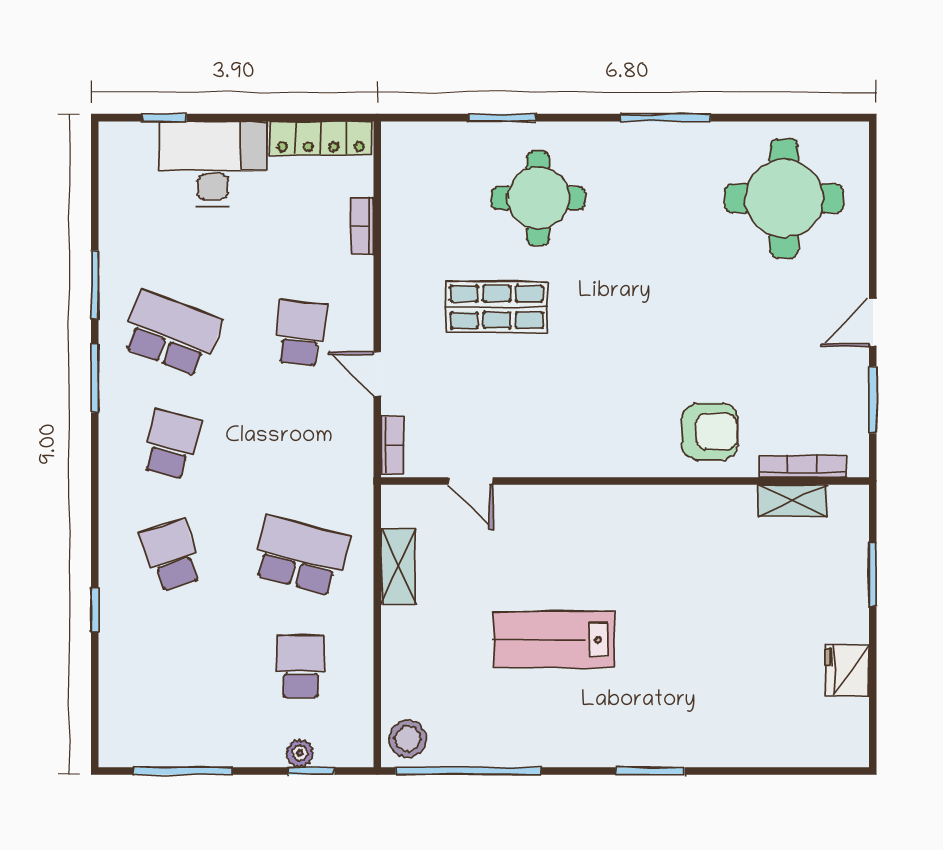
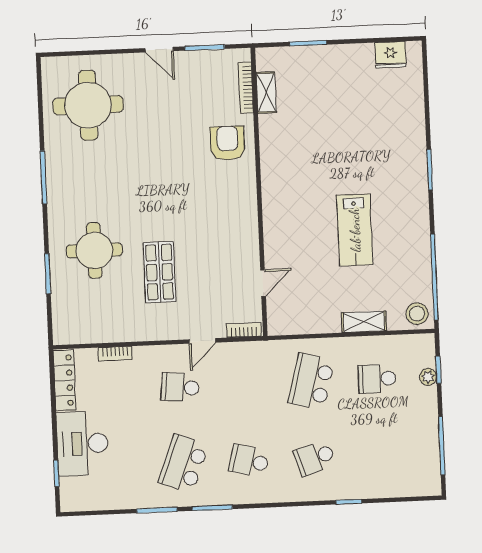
shelving: (398, 566) -> (364, 322), moved
fridge: (847, 670) -> (390, 55), moved

